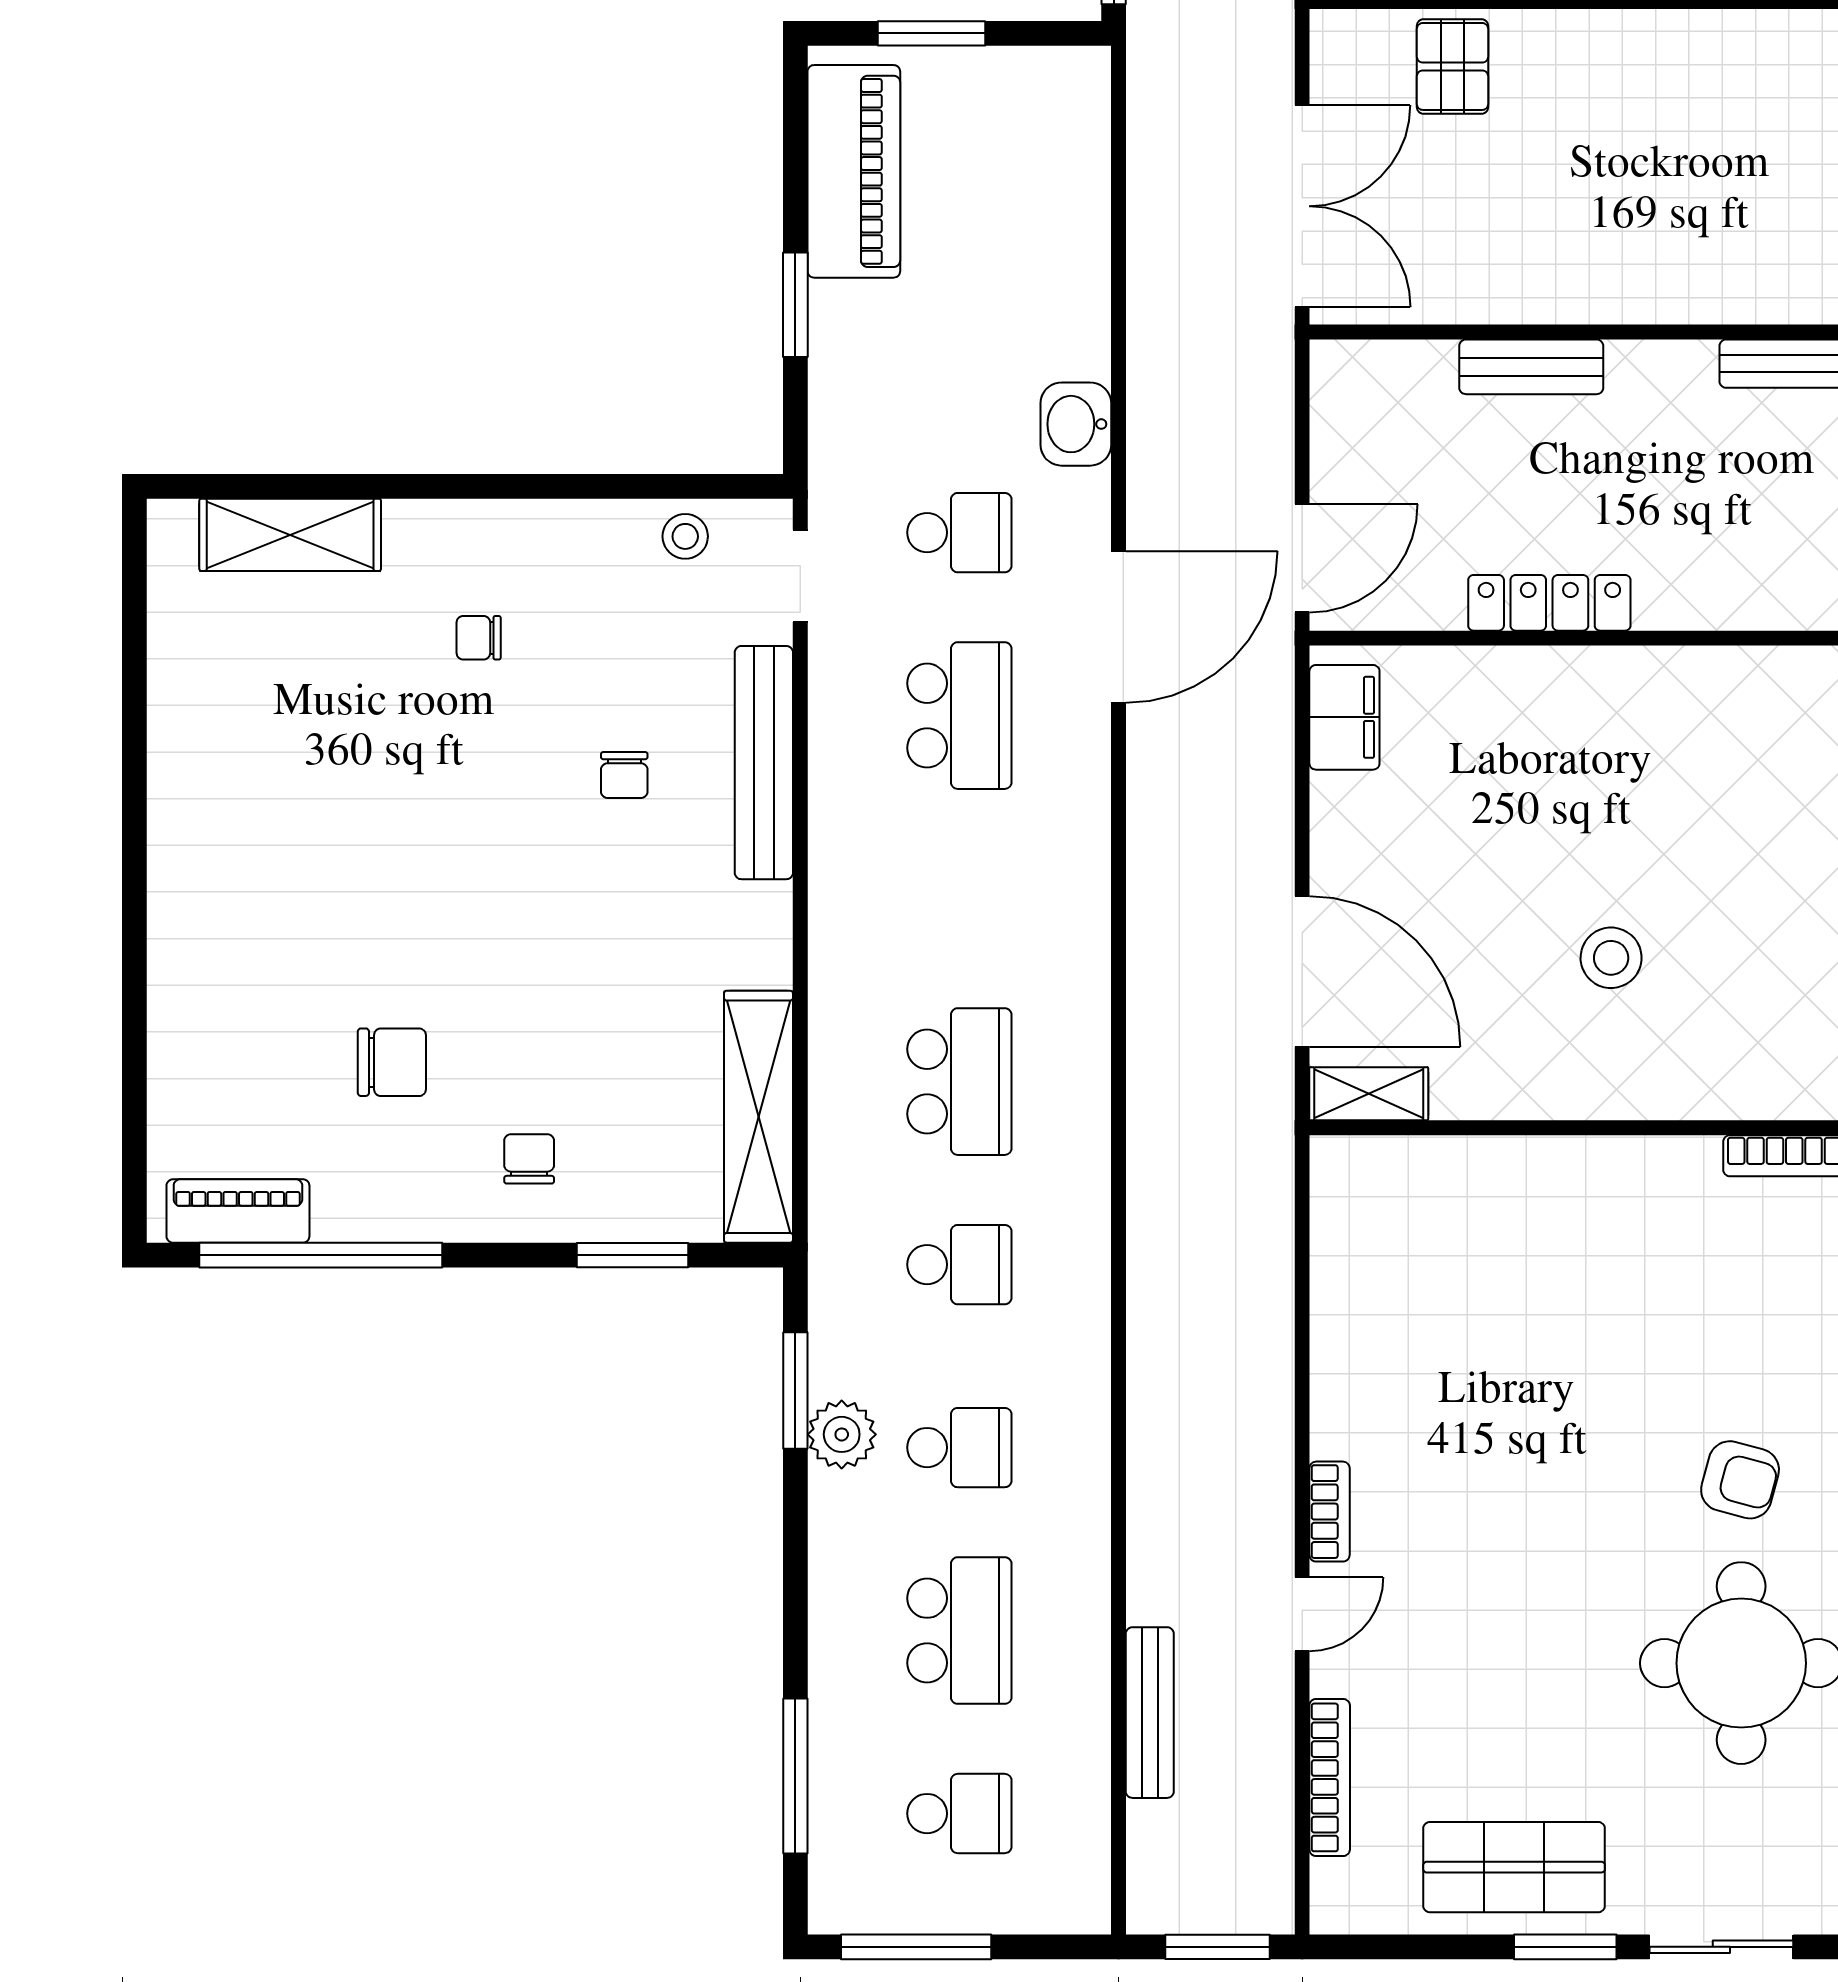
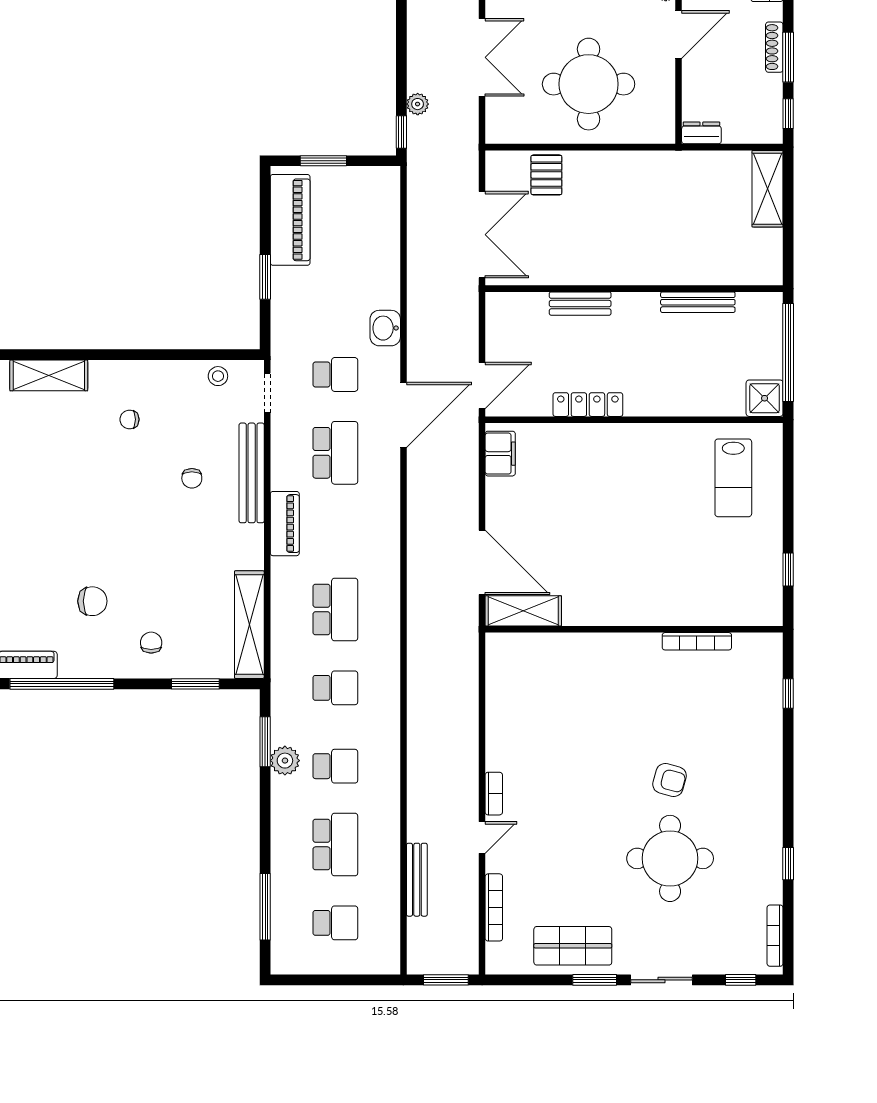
piano: (841, 881) -> (285, 524), added
stool: (1611, 958) -> (614, 557), removed
shelving: (1369, 1094) -> (523, 611), width x1.50, depth x1.33
window: (916, 1947) -> (317, 980), removed

